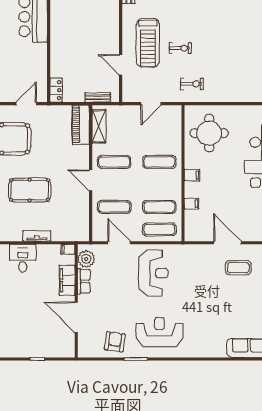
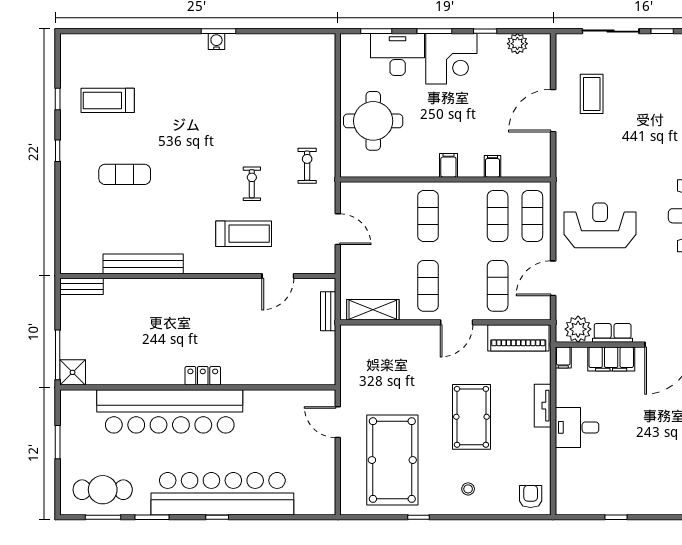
treadmill: (148, 43) -> (244, 234), width x0.73, depth x0.73
locker: (56, 90) -> (203, 376), moved
piano: (81, 125) -> (518, 338), moved
round table: (209, 133) -> (373, 121), moved

